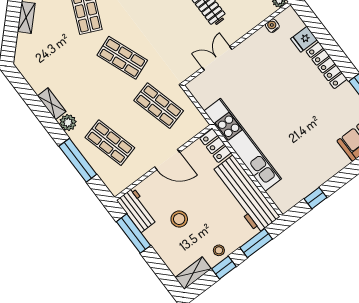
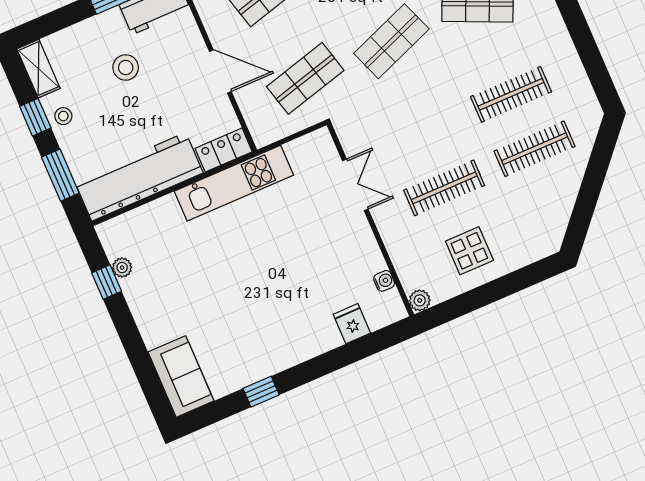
locker: (327, 65) -> (304, 348), removed
kitchen unit: (243, 145) -> (234, 183), width x0.73
door: (167, 160) -> (220, 71), swing flipped
plant: (304, 191) -> (122, 268), added

